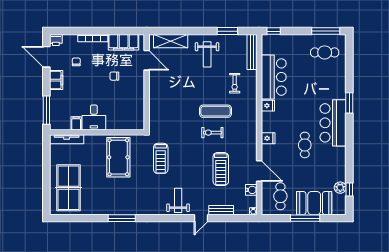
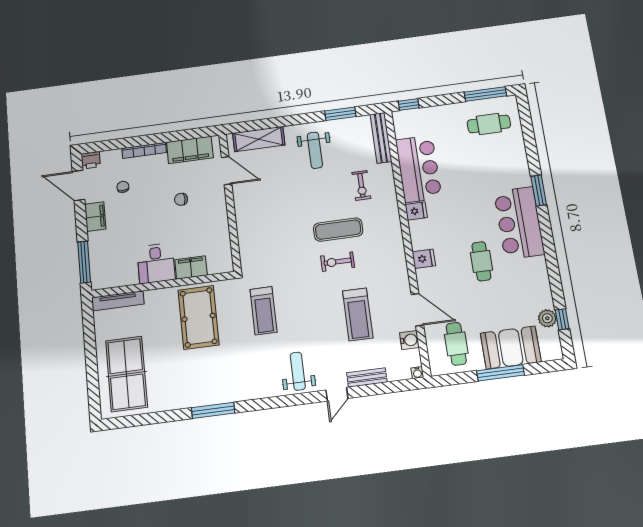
filing cabinet: (76, 123) -> (191, 267), moved, width x2.00

